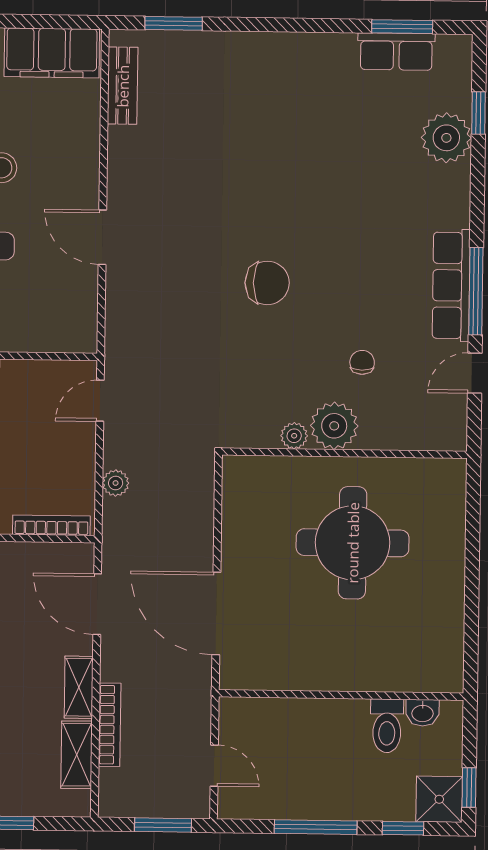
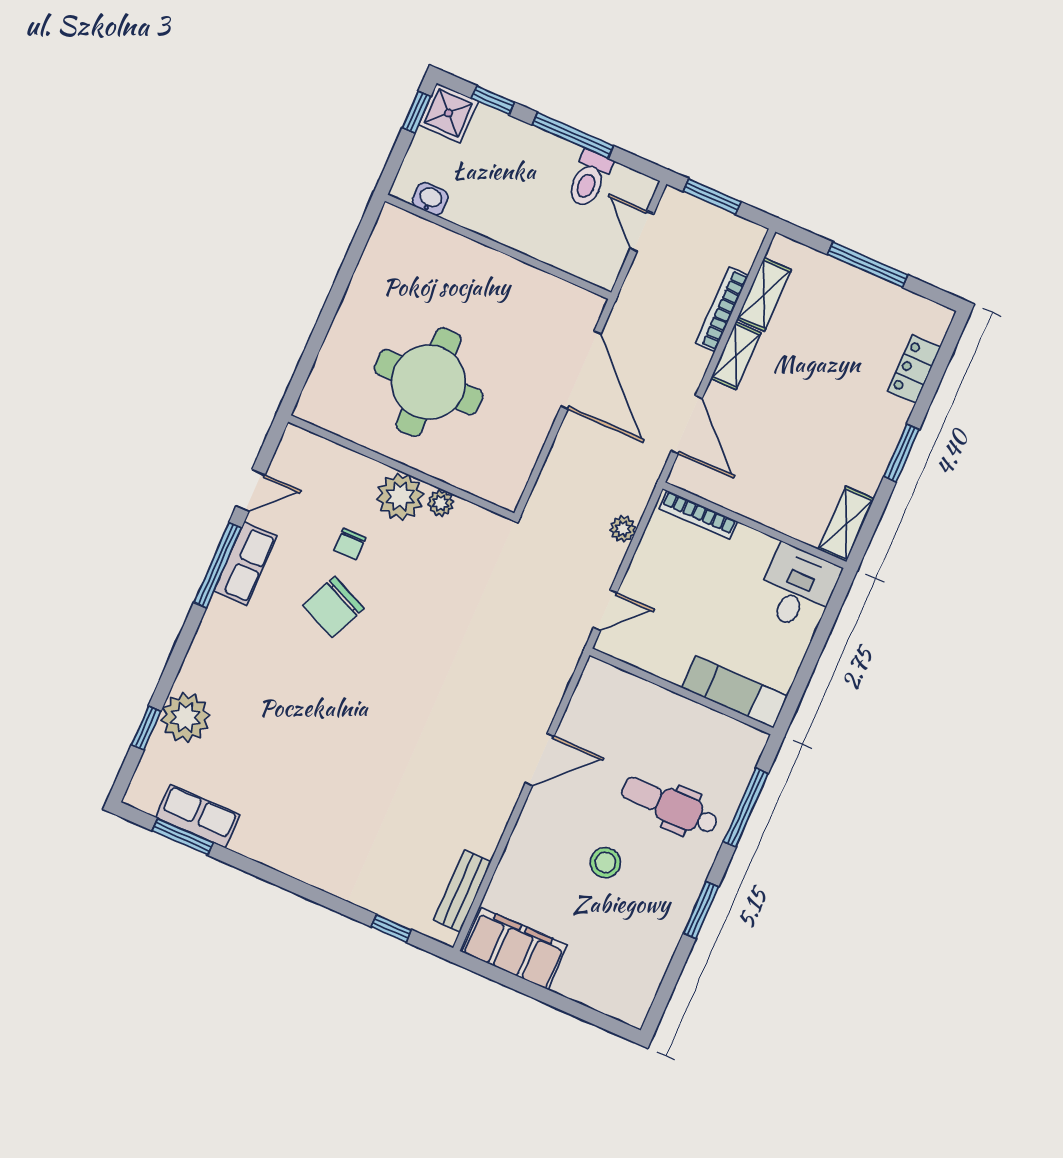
window: (174, 23) -> (391, 928), width x0.67
door: (102, 237) -> (540, 760), hinge flipped
chair: (267, 283) -> (333, 607), moved, turned -66
row of seats: (451, 285) -> (245, 563), width x0.68
toilet: (387, 726) -> (589, 179), moved, turned 180

